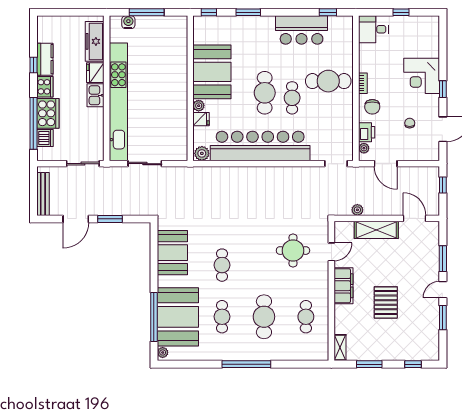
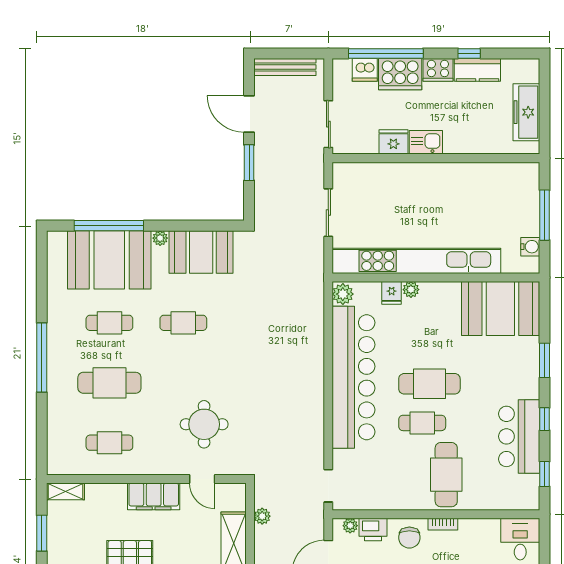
window: (209, 12) -> (545, 419), moved
water cooler: (128, 22) -> (530, 247), moved
freezer: (95, 41) -> (526, 112), moved, turned -90
booth: (212, 72) -> (500, 309), moved
fridge: (95, 73) -> (393, 142), moved
kitchen unit: (118, 102) -> (416, 261), moved, turned 180
chair: (372, 107) -> (409, 538), turned -90
plant: (163, 352) -> (160, 238), moved

